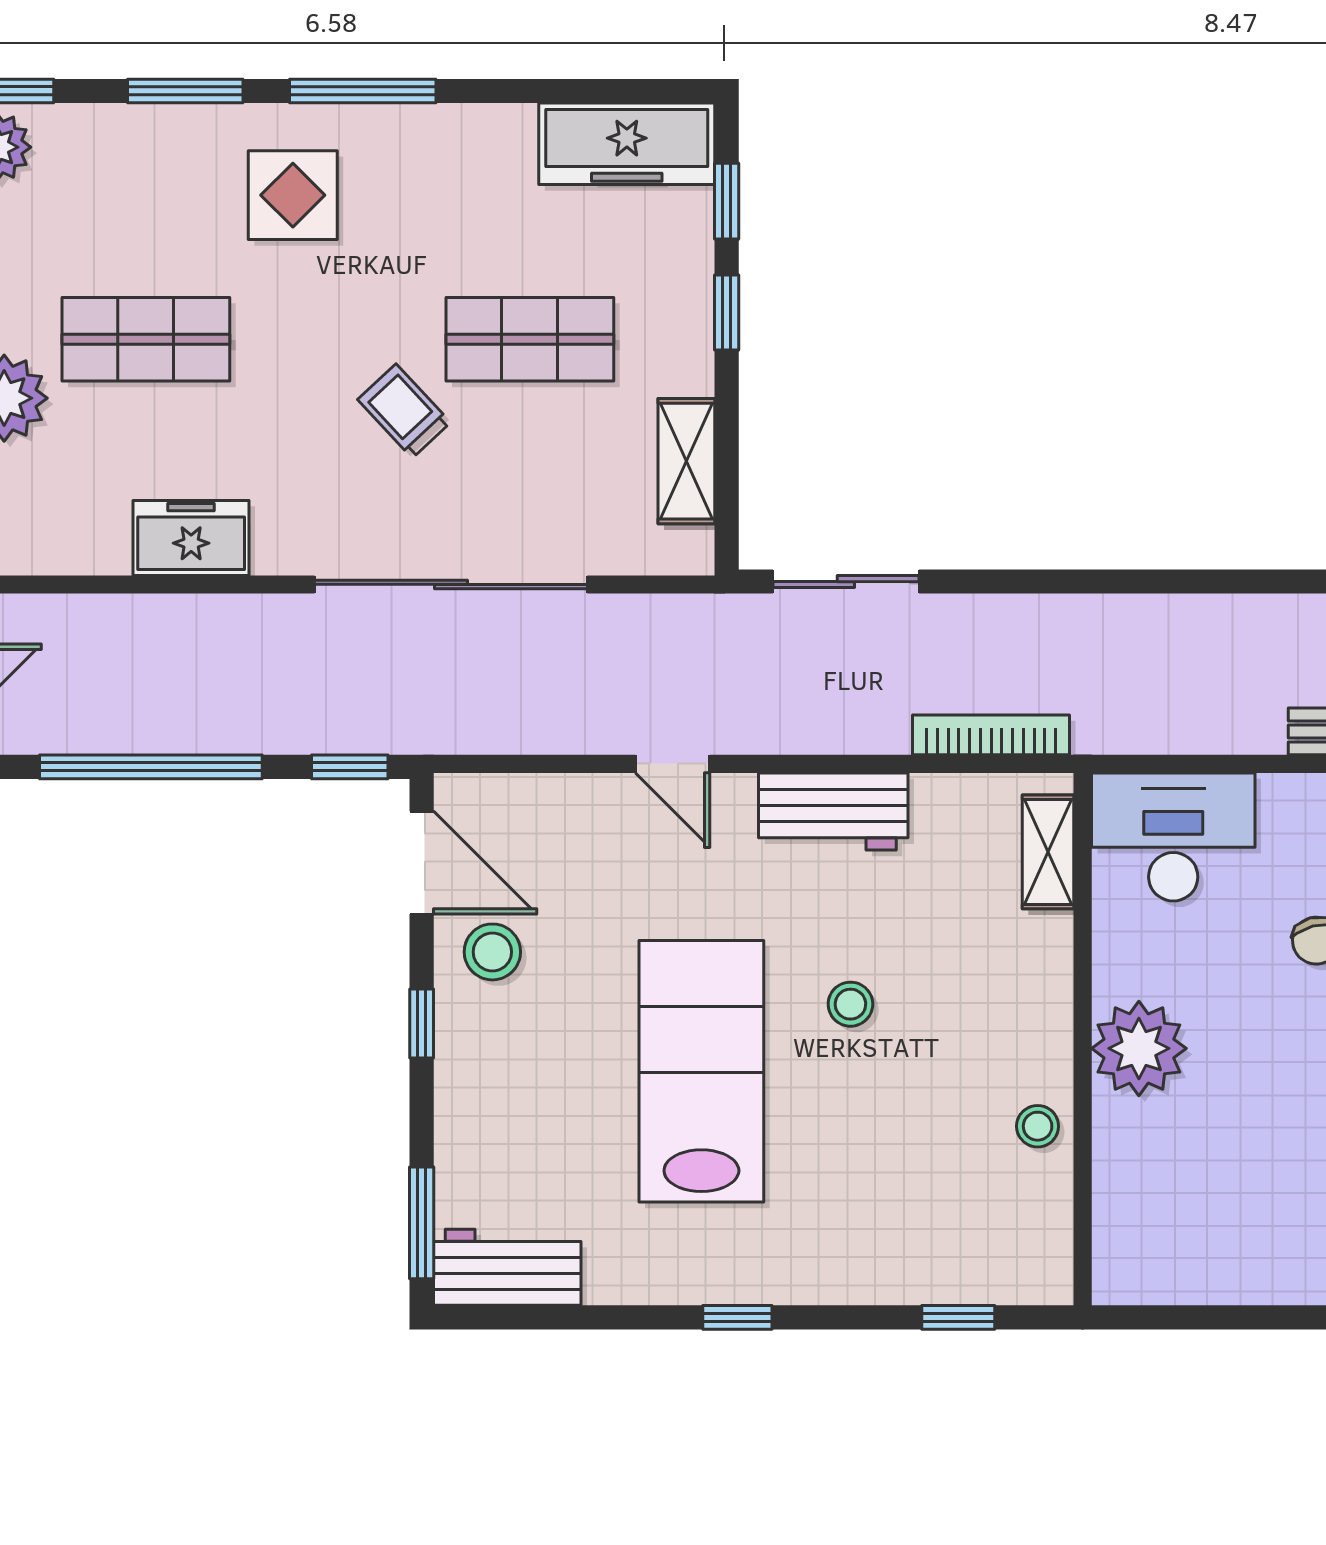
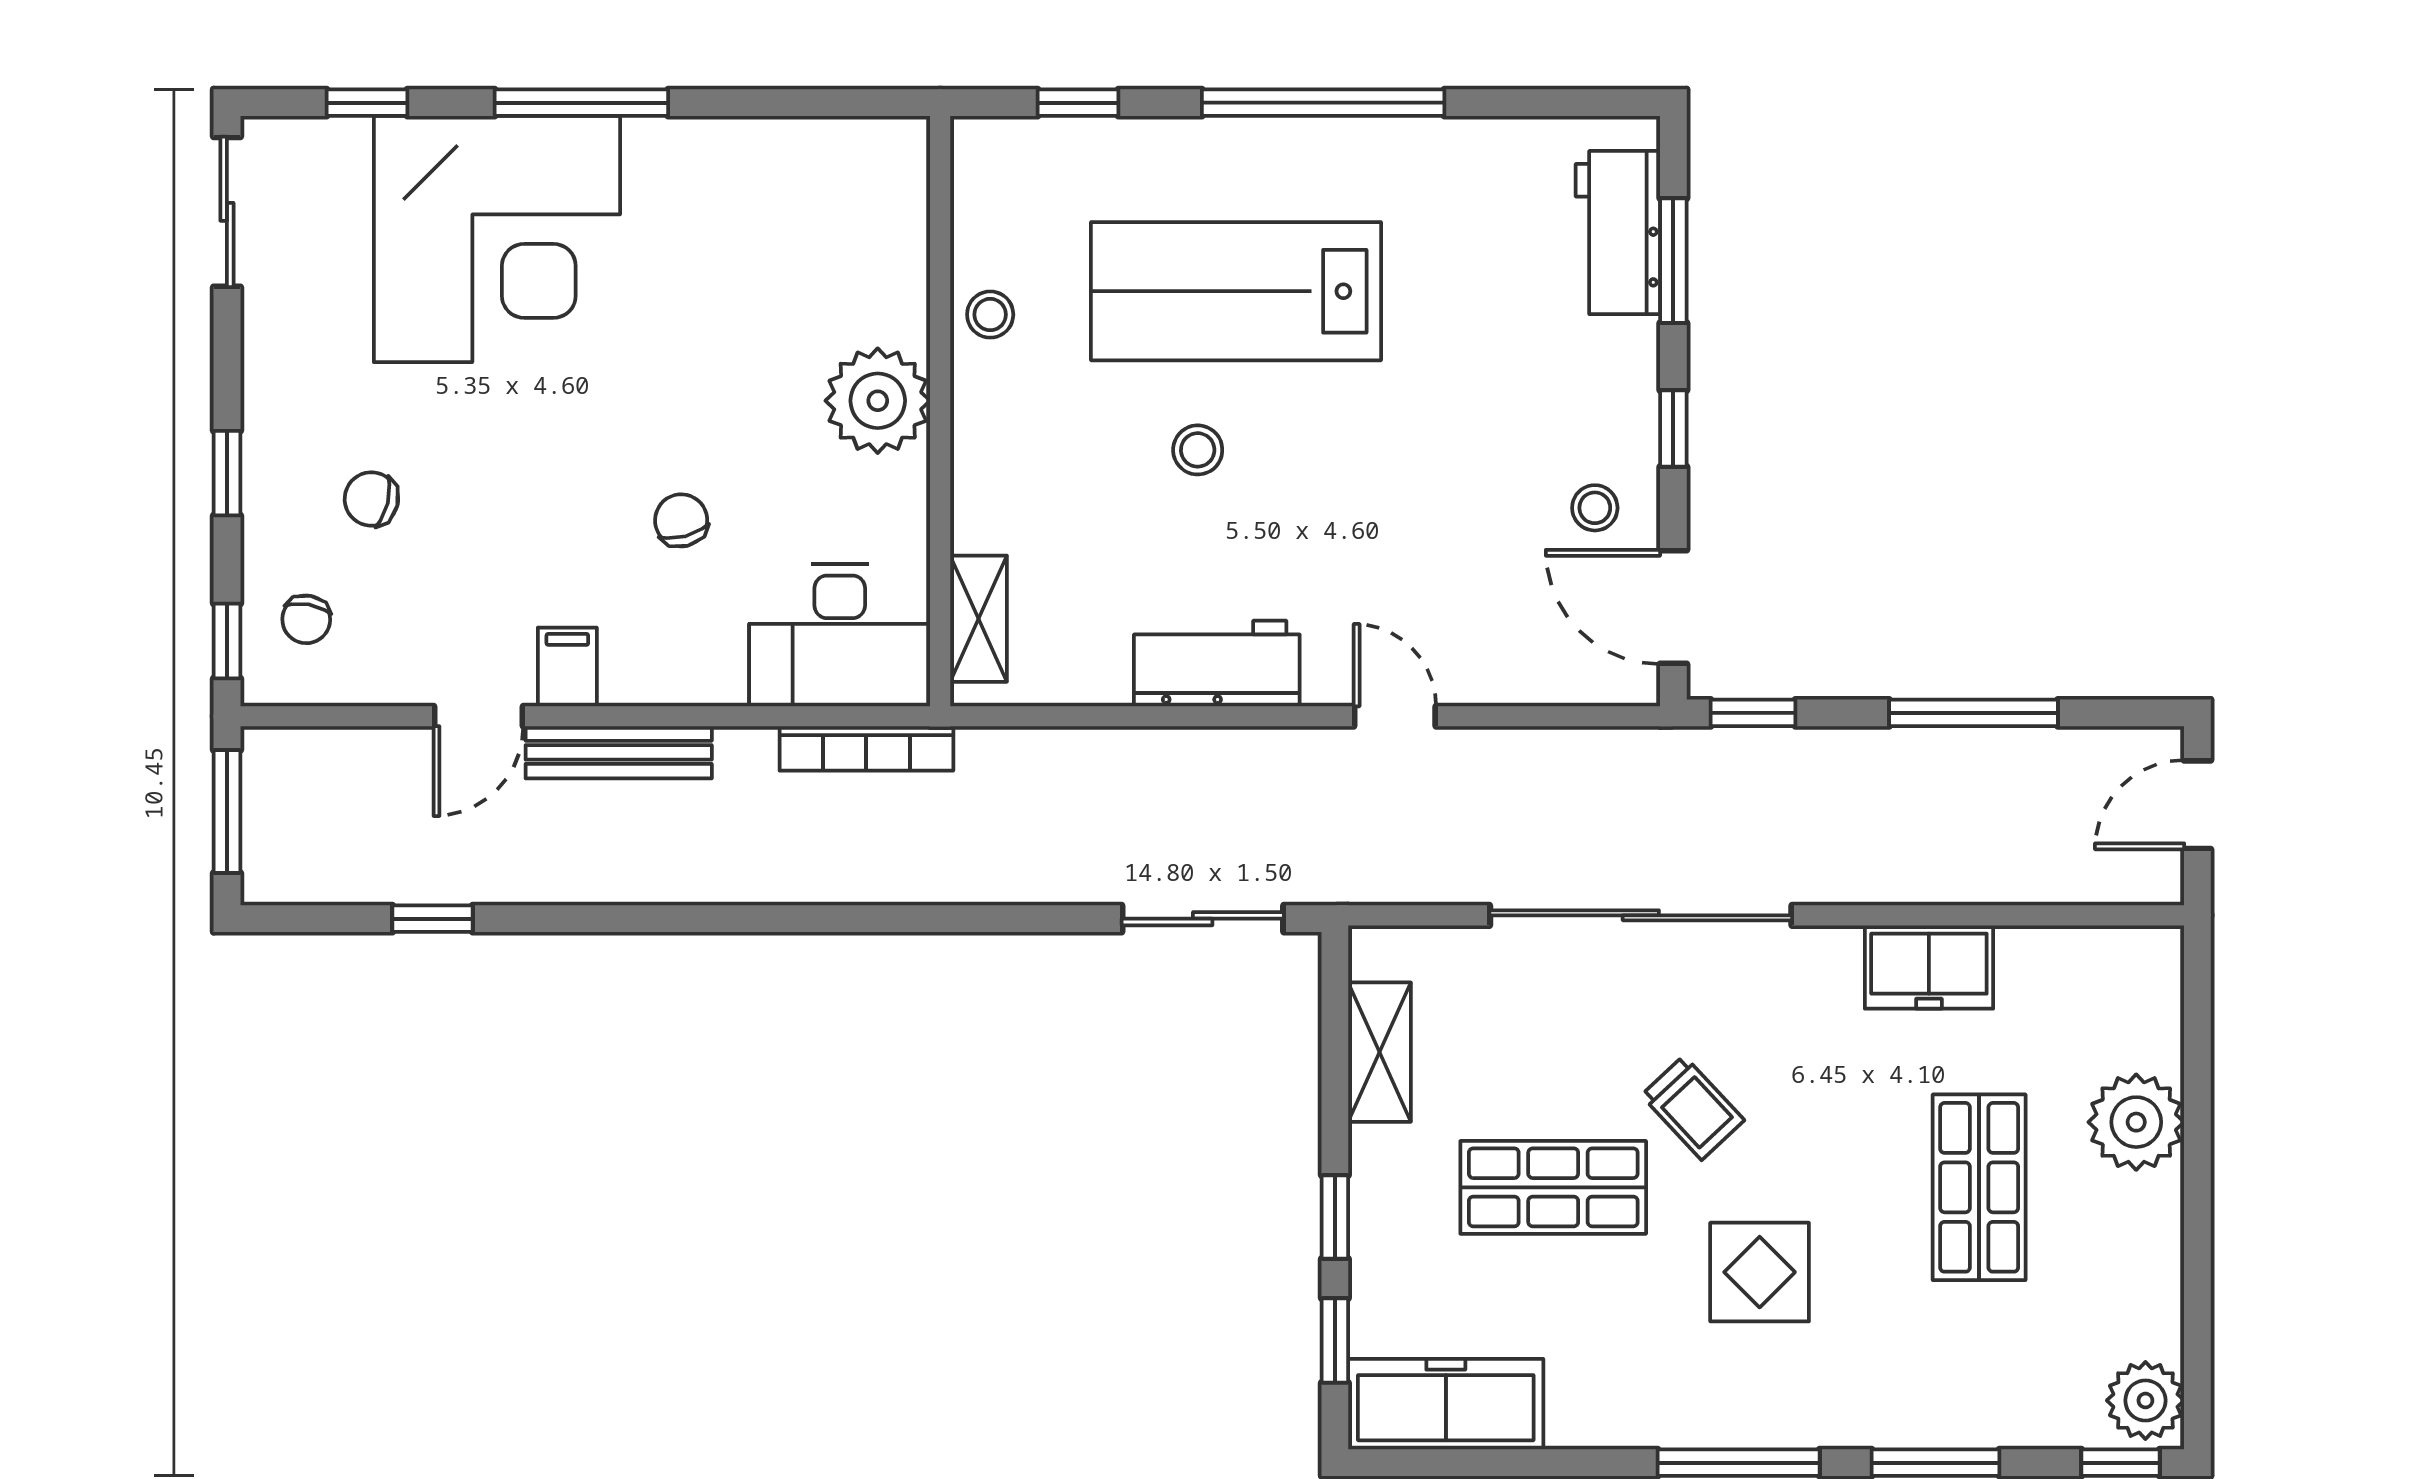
display table: (293, 195) -> (1760, 1272), moved
shop shelf: (146, 339) -> (1979, 1187), turned 90
bookcase: (991, 735) -> (866, 748), moved
window: (151, 767) -> (1974, 713), width x0.68
stool: (492, 952) -> (1595, 508), width x0.73, depth x0.73
lab bench: (701, 1071) -> (1236, 291), moved, turned 90
window: (422, 1223) -> (1673, 261), moved
workbench: (507, 1267) -> (1618, 233), moved, turned 90
window: (737, 1317) -> (1323, 103), width x3.17

